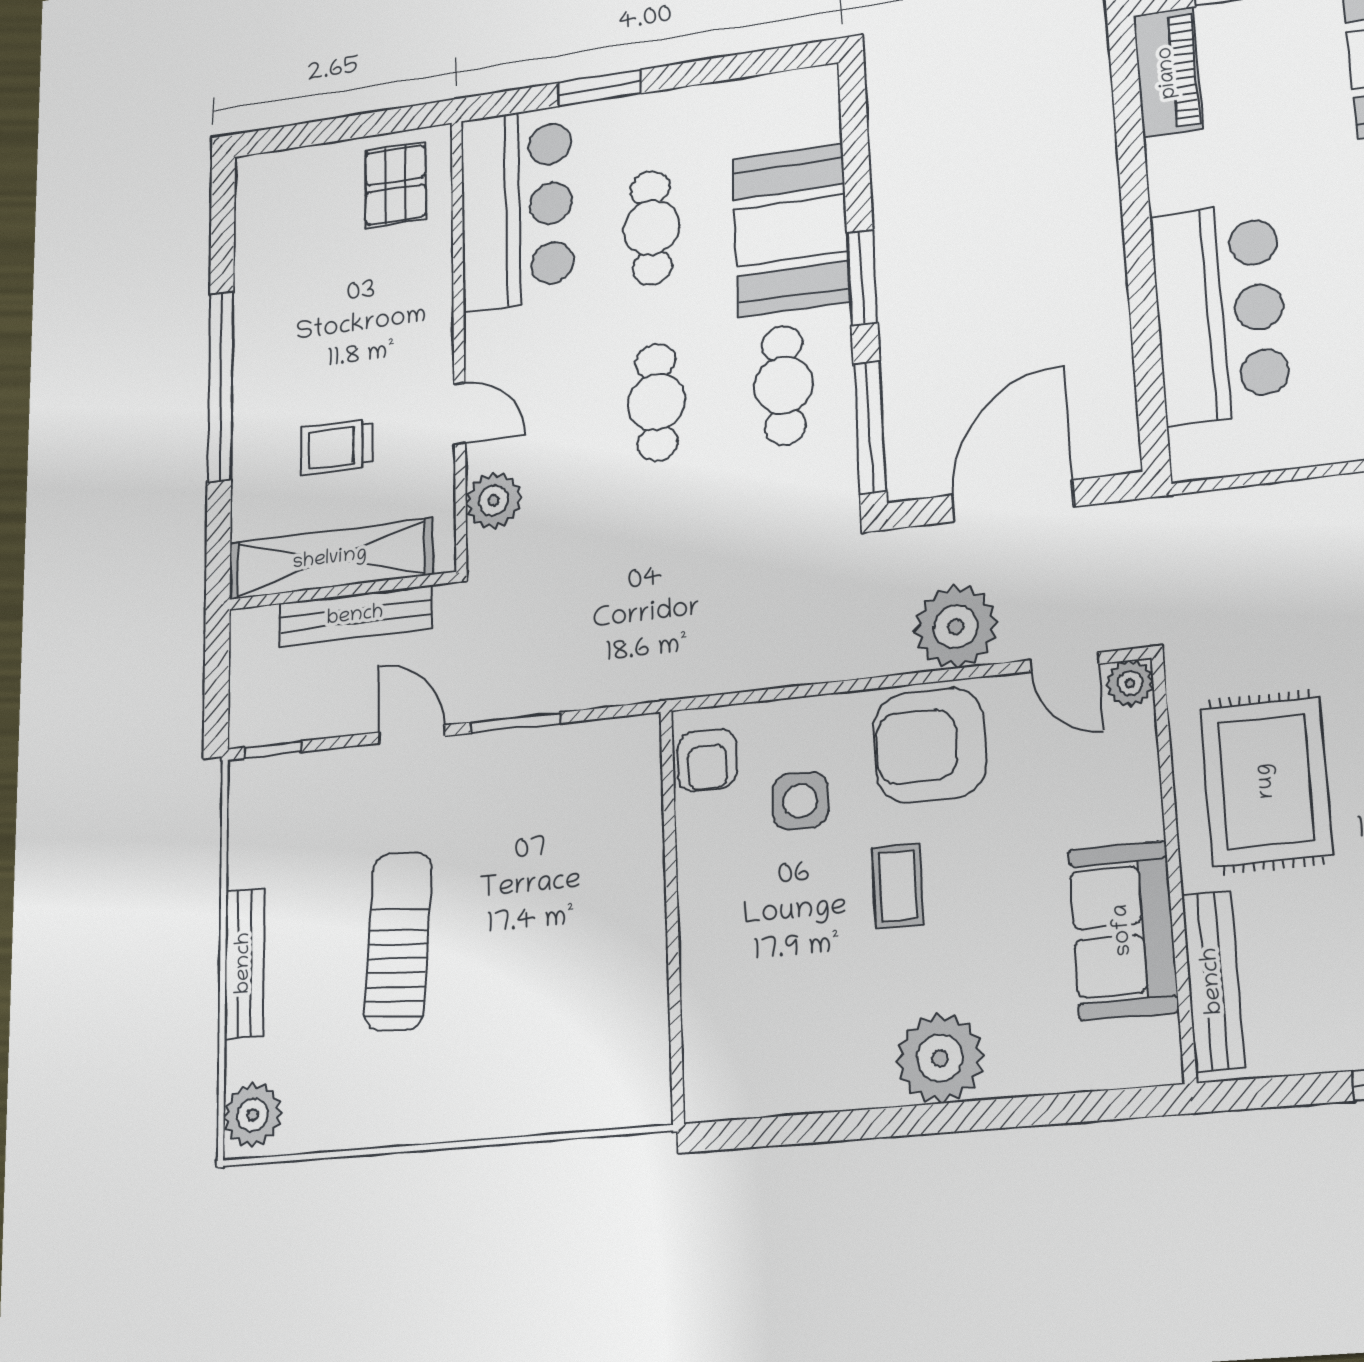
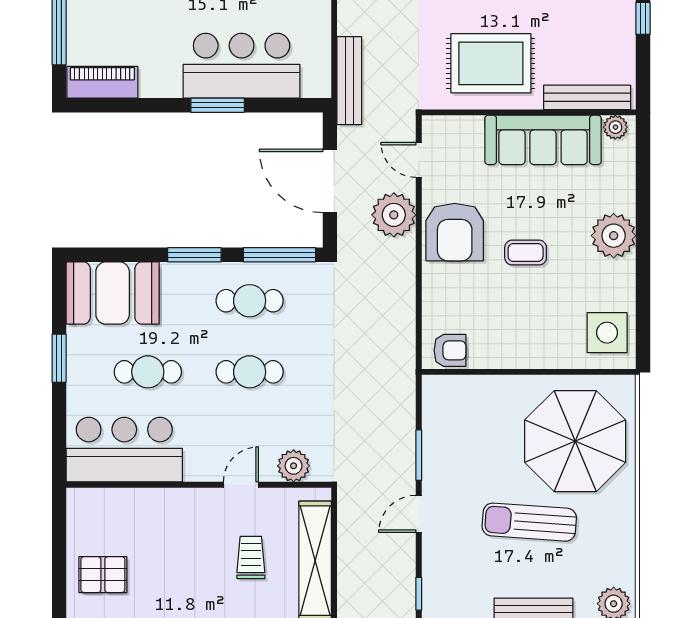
window: (600, 88) -> (59, 358), moved
pallet: (396, 185) -> (103, 575), moved
booth: (791, 230) -> (113, 293), moved
window: (1141, 280) -> (218, 105), added
trolley: (336, 447) -> (251, 557), turned 180
bench: (355, 616) -> (349, 81), moved
door: (1064, 662) -> (419, 160), swing flipped
plant: (1130, 683) -> (615, 127), moved
side table: (800, 801) -> (607, 333), moved, width x1.37, depth x1.37
sofa: (1123, 930) -> (543, 140), width x1.36
parasol: (546, 1015) -> (575, 441), added

